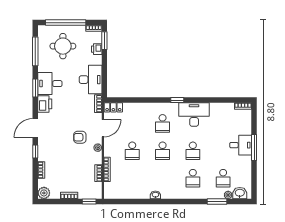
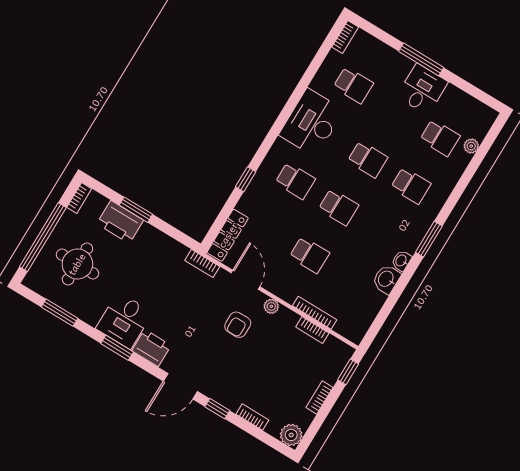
window: (104, 41) -> (136, 210), moved
printer: (97, 49) -> (120, 222), width x1.87, depth x1.48
window: (35, 51) -> (59, 313), width x0.69
desk: (91, 80) -> (157, 252), removed
window: (177, 100) -> (246, 179), moved
locker: (113, 107) -> (228, 235), width x1.53
school desk: (223, 123) -> (353, 85), added
door: (35, 128) -> (180, 386), hinge flipped
desk: (241, 145) -> (422, 89), moved
washbasin: (240, 193) -> (386, 279), moved
window: (217, 202) -> (429, 239), moved

